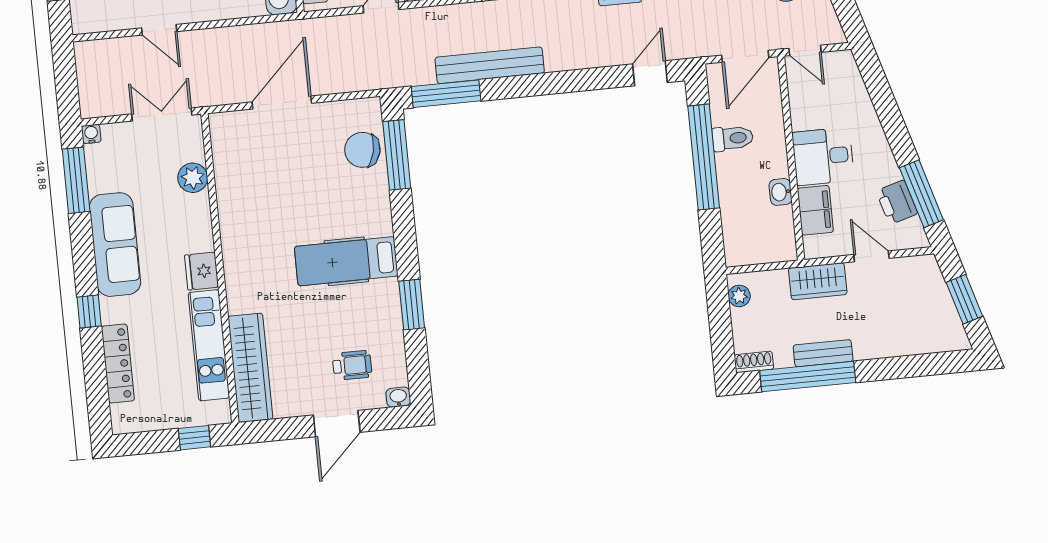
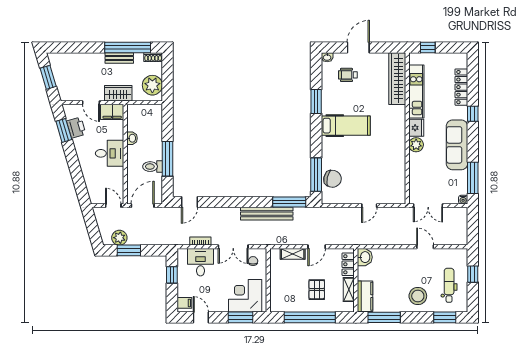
door: (282, 103) -> (369, 206), width x0.53
window: (704, 157) -> (168, 159), width x0.68
plant: (193, 178) -> (416, 145), moved
window: (921, 194) -> (64, 130), width x0.69
filing cabinet: (815, 210) -> (112, 112), moved, turned -90
plant: (739, 296) -> (152, 85), width x1.87, depth x1.87

